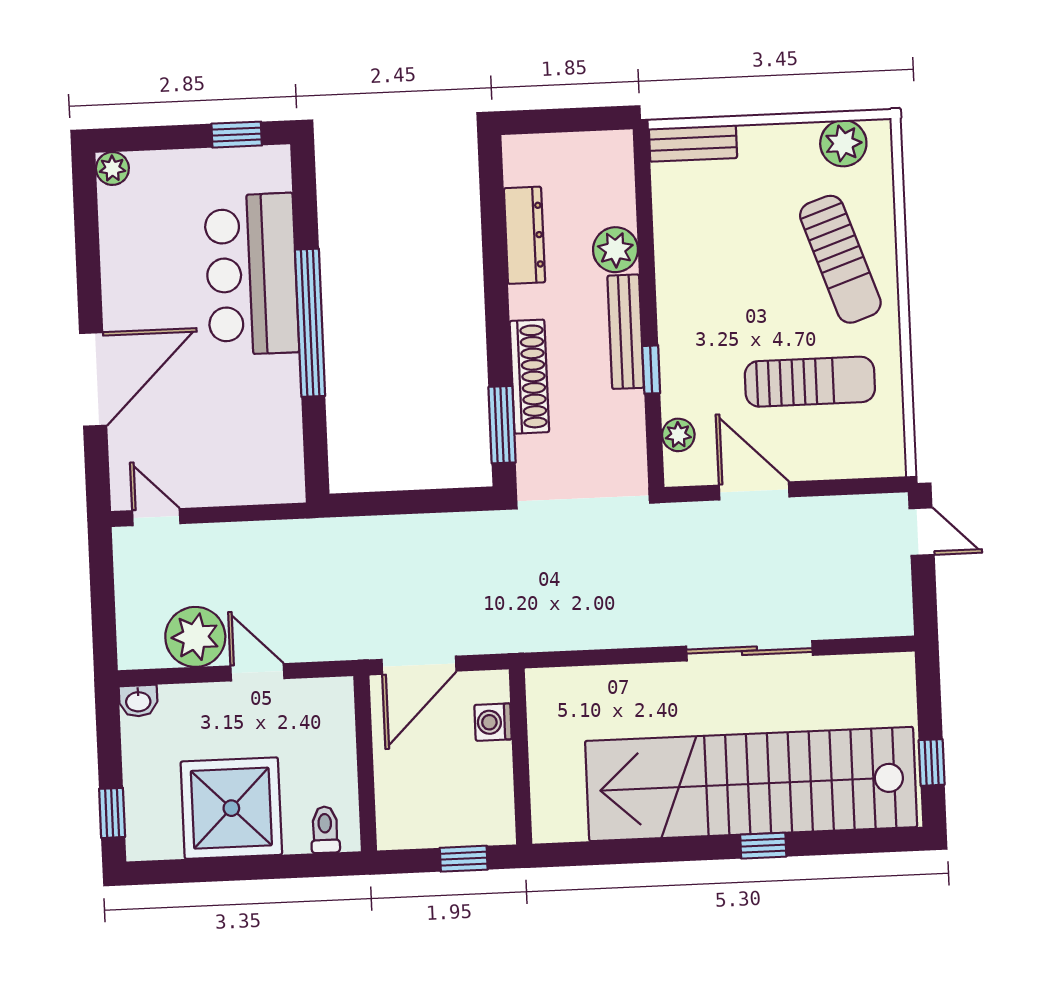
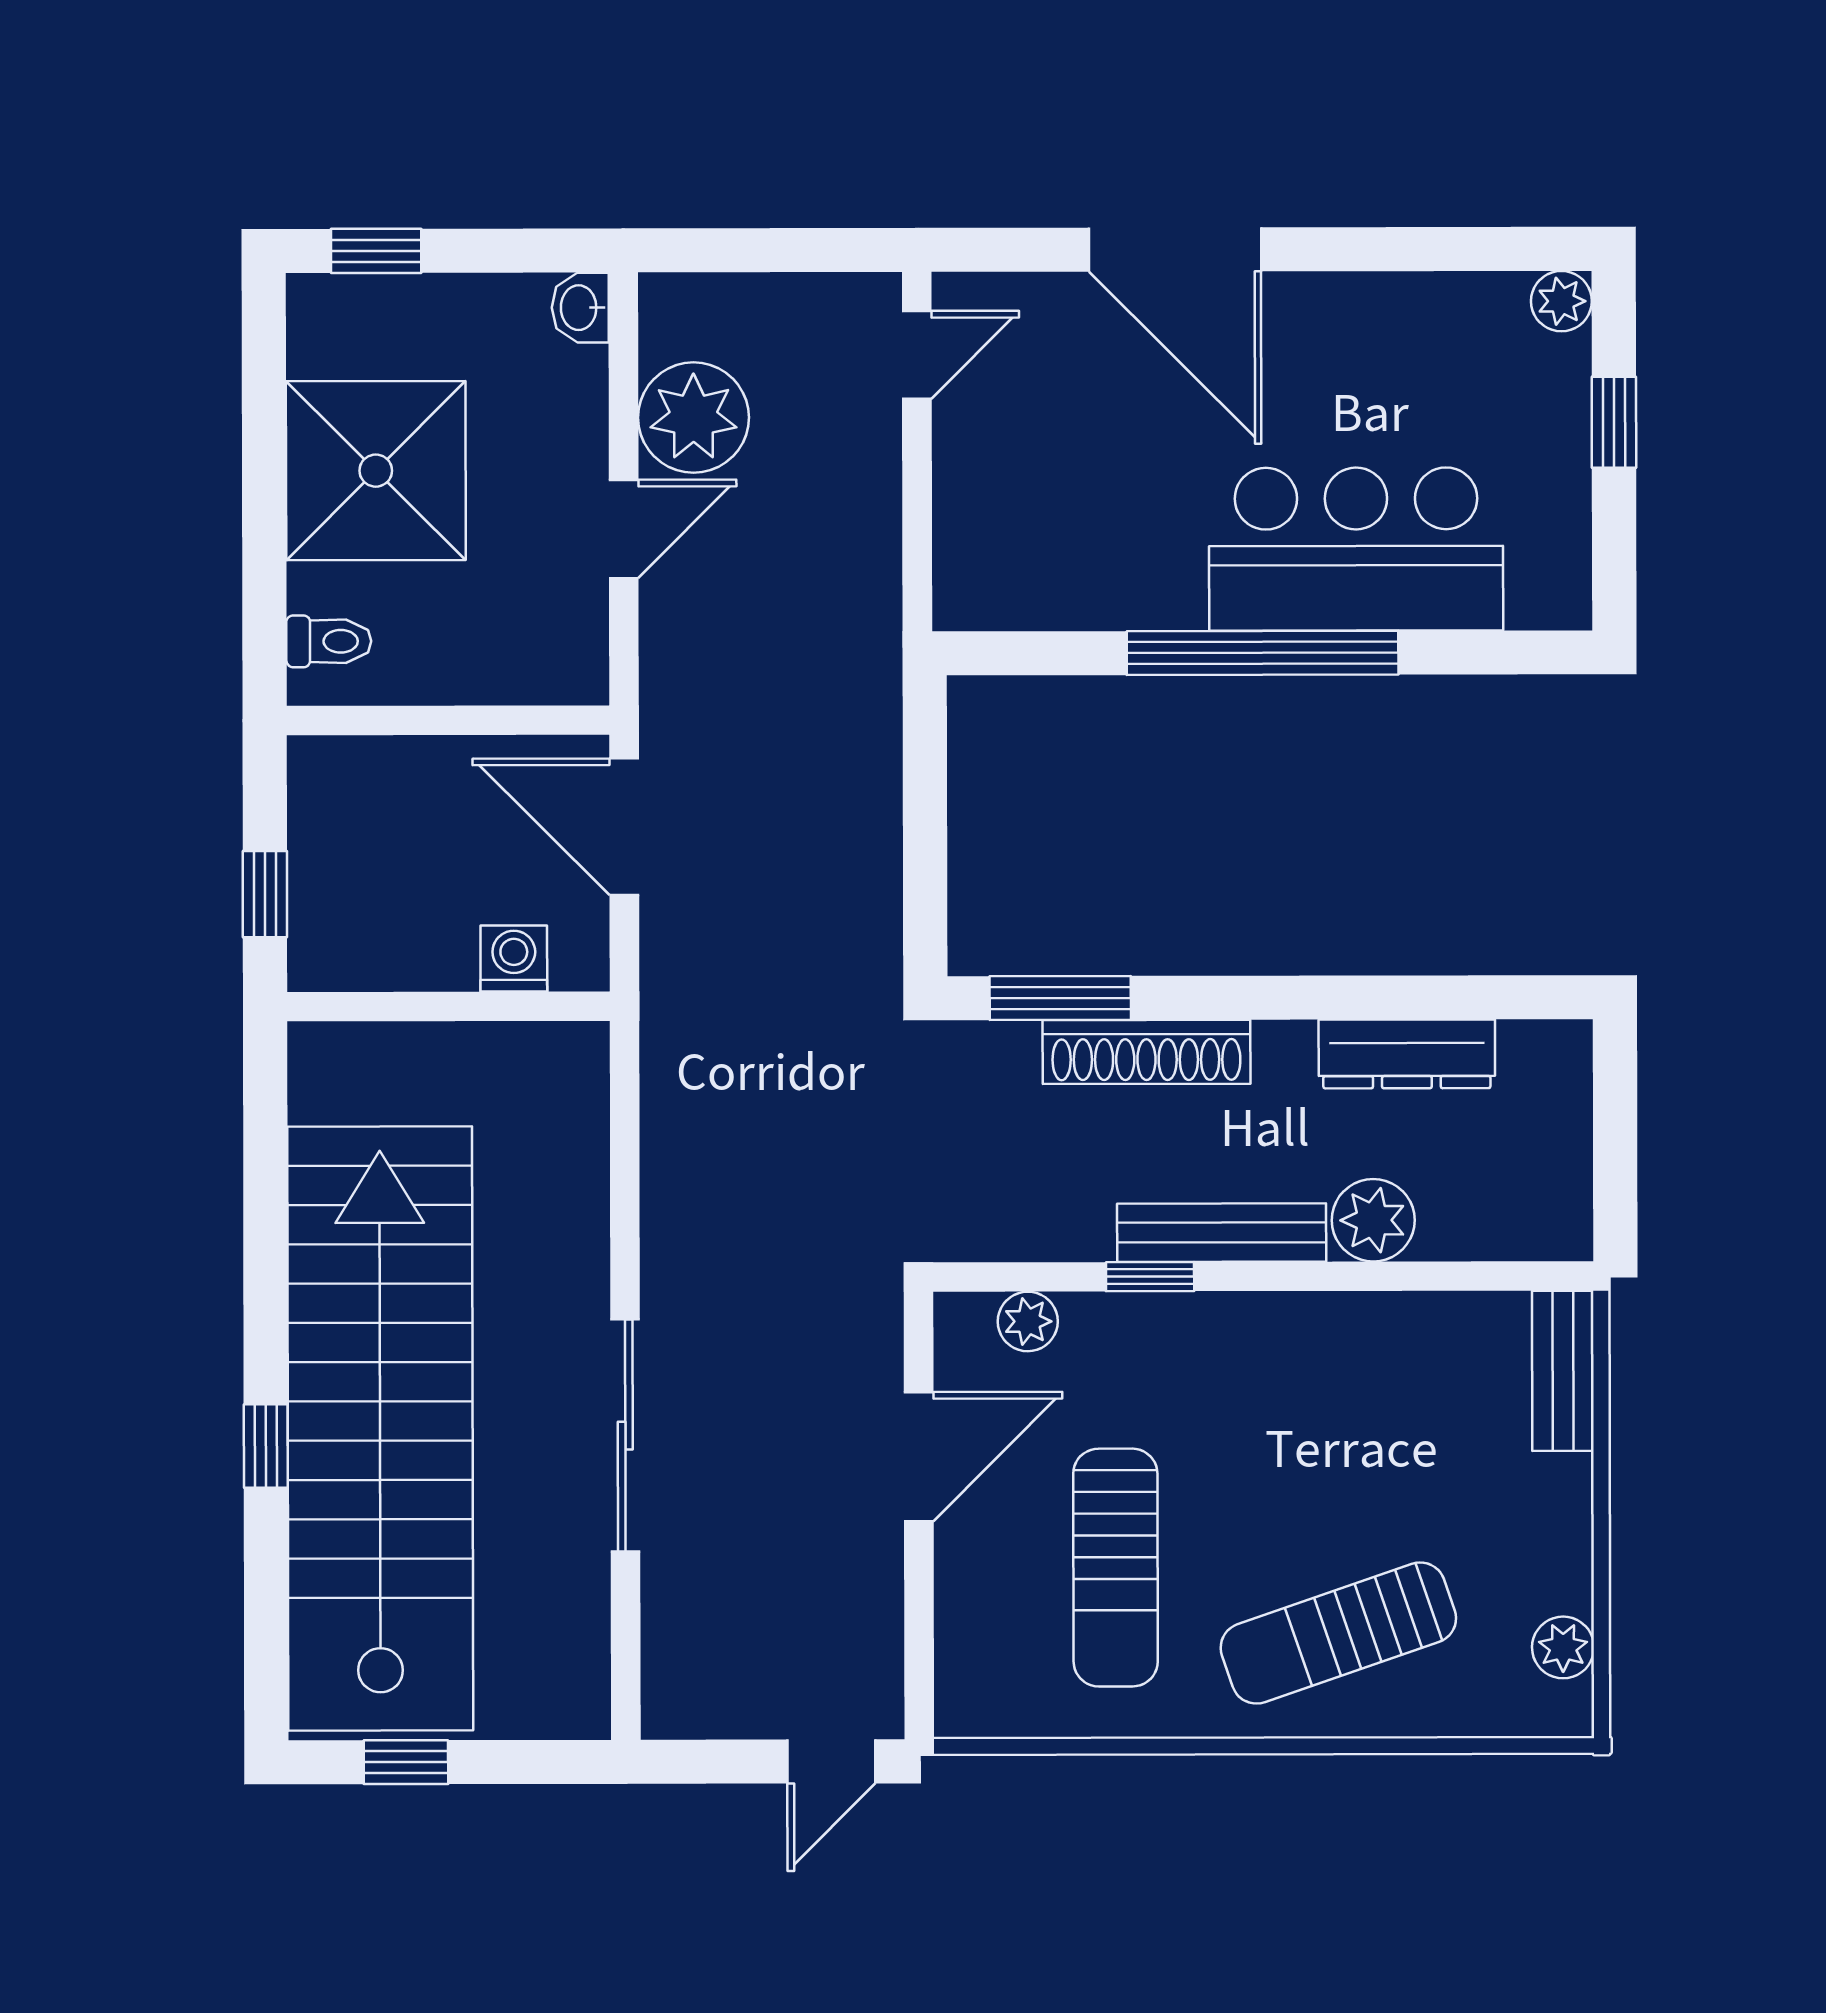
window: (237, 135) -> (1614, 422), moved
plant: (843, 143) -> (1563, 1647), width x0.73, depth x0.73

